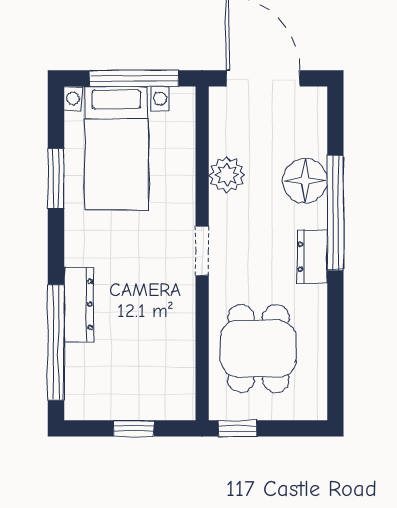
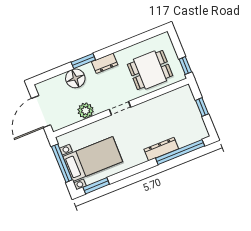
window: (56, 178) -> (96, 186), moved
window: (335, 213) -> (83, 61), width x0.47

